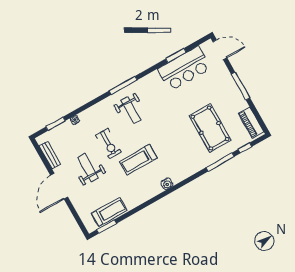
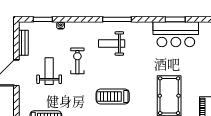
weight bench: (131, 110) -> (112, 43), turned 90
exercise bike: (109, 144) -> (77, 61), turned 180
treadmill: (138, 160) -> (113, 97), moved

